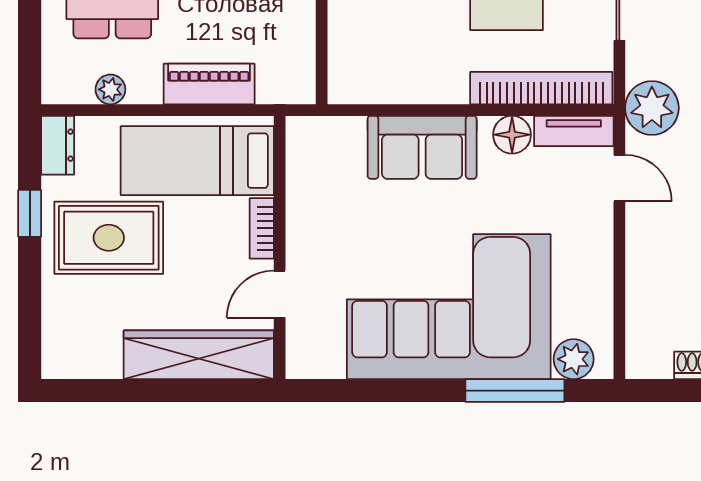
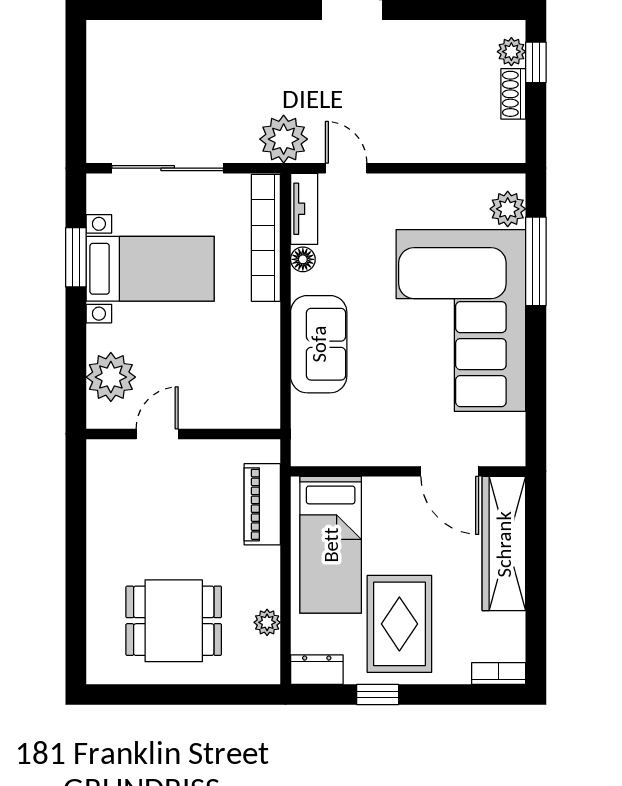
piano: (209, 84) -> (262, 504), moved
floor lamp: (512, 135) -> (303, 259), width x0.73, depth x0.73
door: (619, 178) -> (346, 168), hinge flipped
bookcase: (262, 228) -> (499, 673), moved, turned 180
door: (280, 294) -> (450, 471), width x1.38

